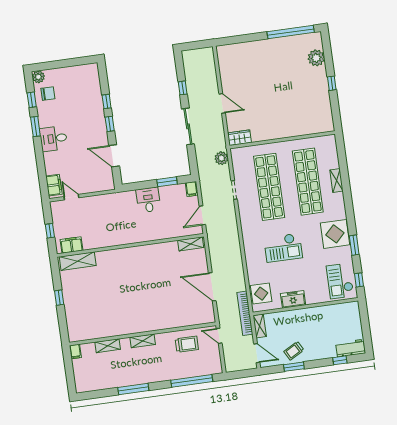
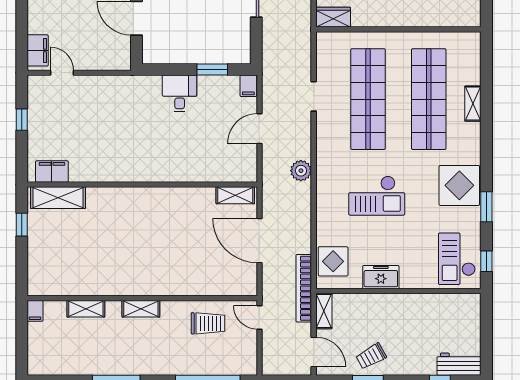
plant: (221, 158) -> (301, 171), moved
shelving: (191, 244) -> (235, 195), moved
filing cabinet: (72, 245) -> (52, 171), moved
wall: (130, 245) -> (142, 185), moved
shelving: (78, 261) -> (58, 198), moved

